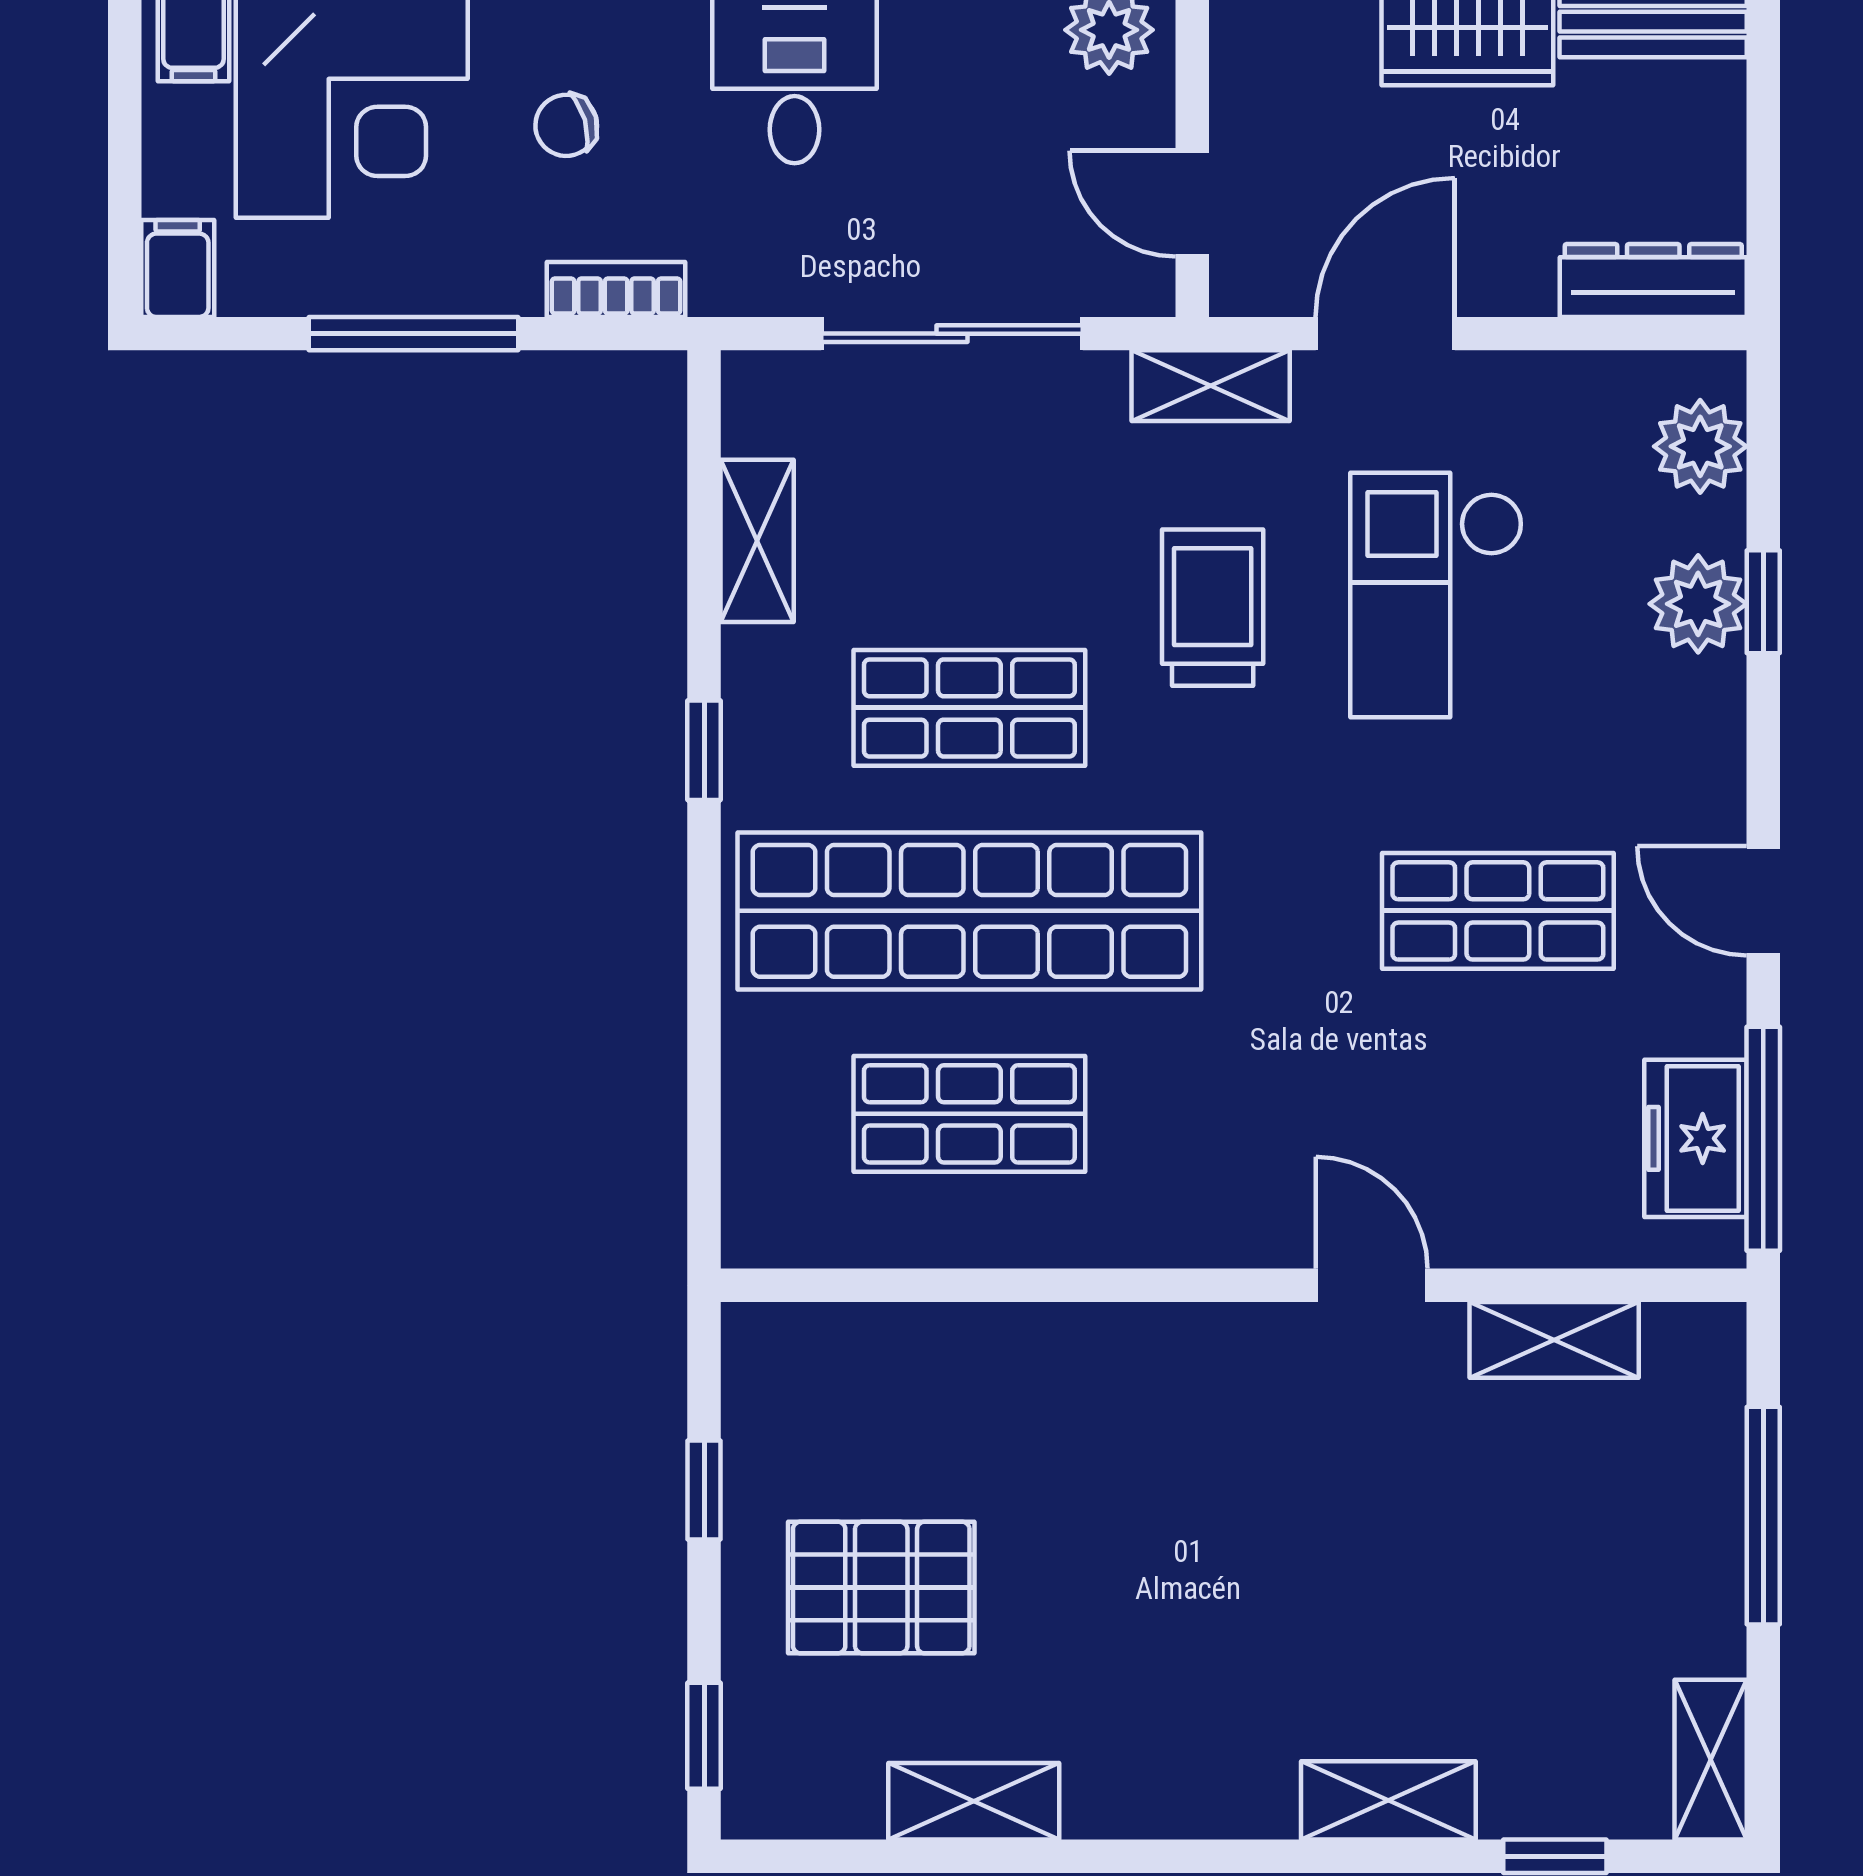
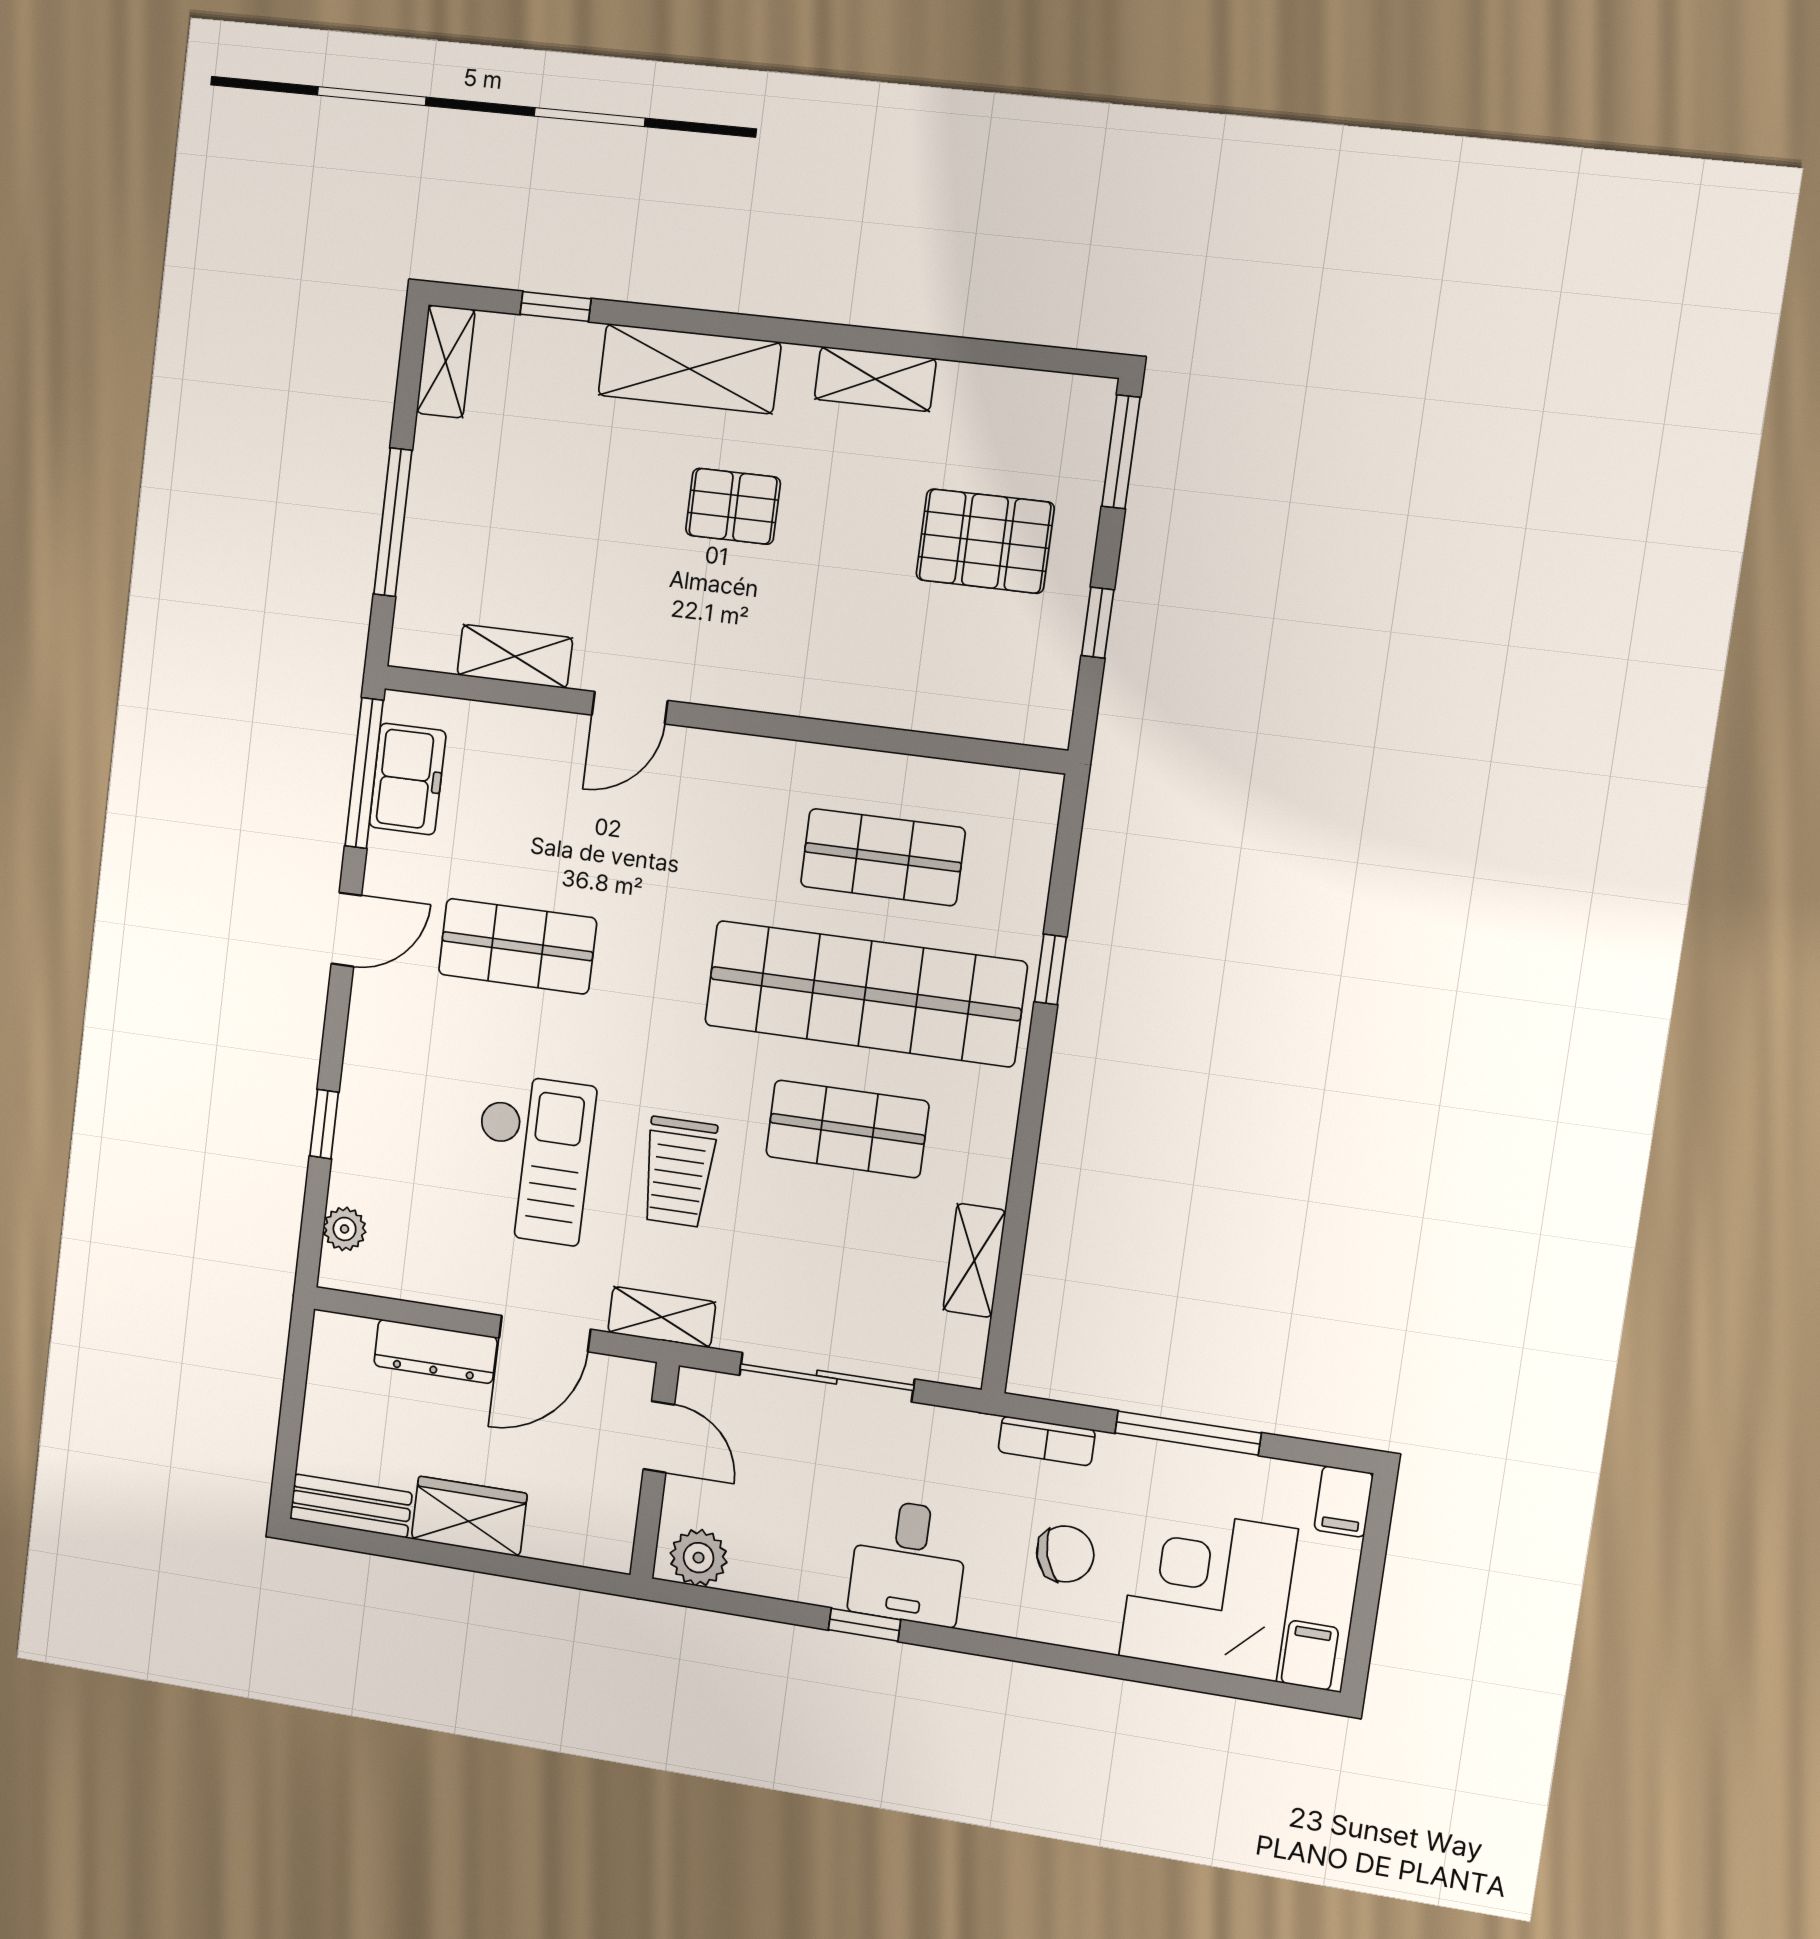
chair: (566, 125) -> (1065, 1554), width x1.37, depth x1.37
dresser: (1653, 280) -> (435, 1351), moved
plant: (1700, 446) -> (345, 1229), width x0.73, depth x0.73
plant: (1698, 604) -> (366, 1129), removed
window: (704, 750) -> (1050, 969), moved
door: (1763, 901) -> (346, 930), hinge flipped
door: (1372, 1285) -> (630, 708), hinge flipped
pallet: (1255, 1596) -> (733, 506), added
window: (704, 1736) -> (1121, 452), width x1.50
shelving: (1388, 1800) -> (689, 369), width x1.50, depth x1.33
shelving: (974, 1801) -> (875, 379), moved

